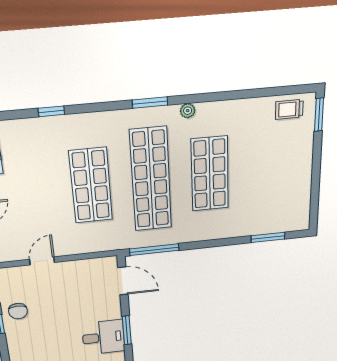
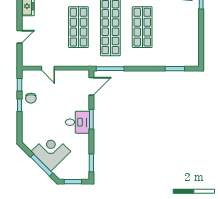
door: (42, 261) -> (48, 68), swing flipped
door: (123, 281) -> (91, 86), hinge flipped

